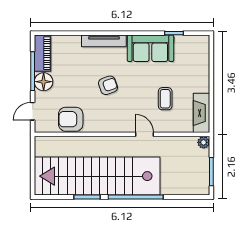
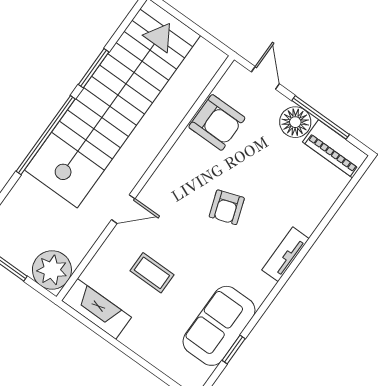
tv unit: (104, 41) -> (286, 254), width x0.71
sofa: (150, 48) -> (219, 326), moved
armchair: (71, 119) -> (217, 122), turned 90
plant: (204, 142) -> (52, 270), width x1.88, depth x1.88

